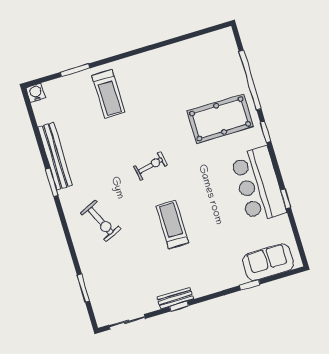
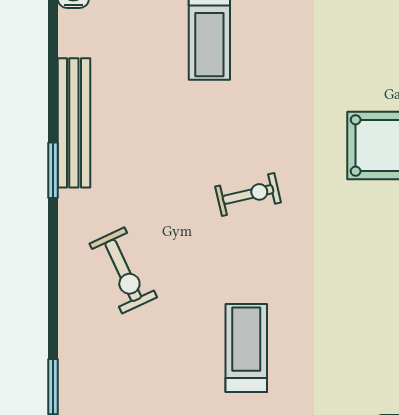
treadmill: (172, 224) -> (246, 348), moved

